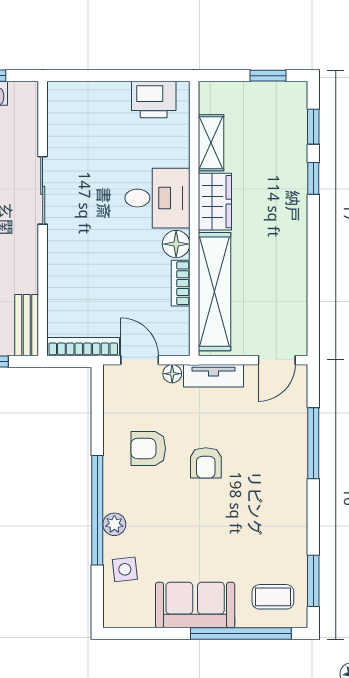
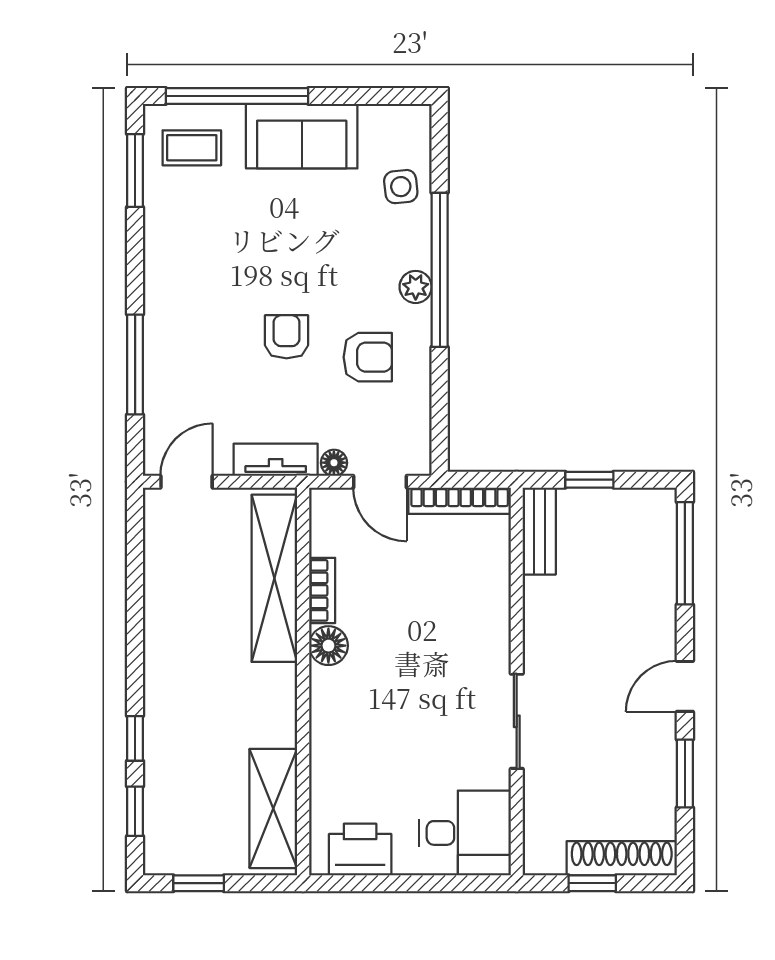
shelving: (211, 143) -> (273, 808), width x1.50, depth x1.33
desk: (157, 198) -> (465, 833), moved, turned 180
wardrobe: (215, 202) -> (274, 705), removed
plant: (114, 524) -> (416, 287), moved

